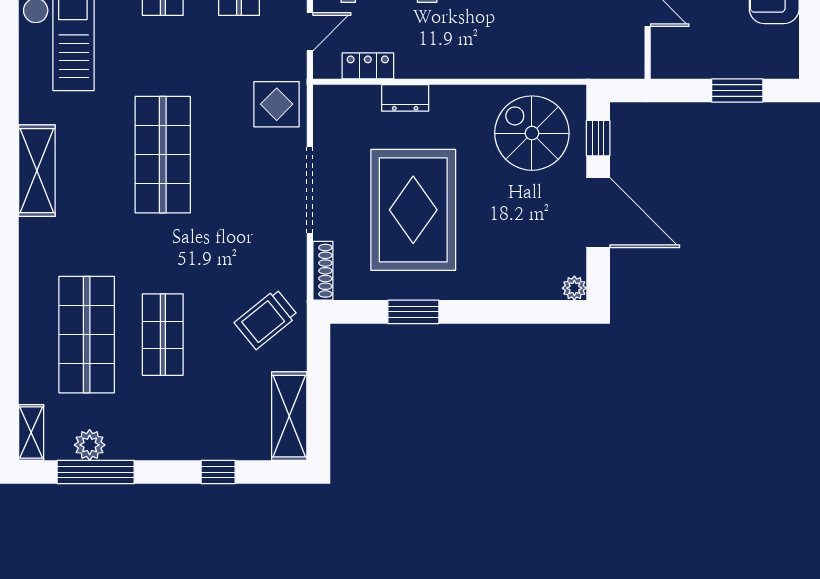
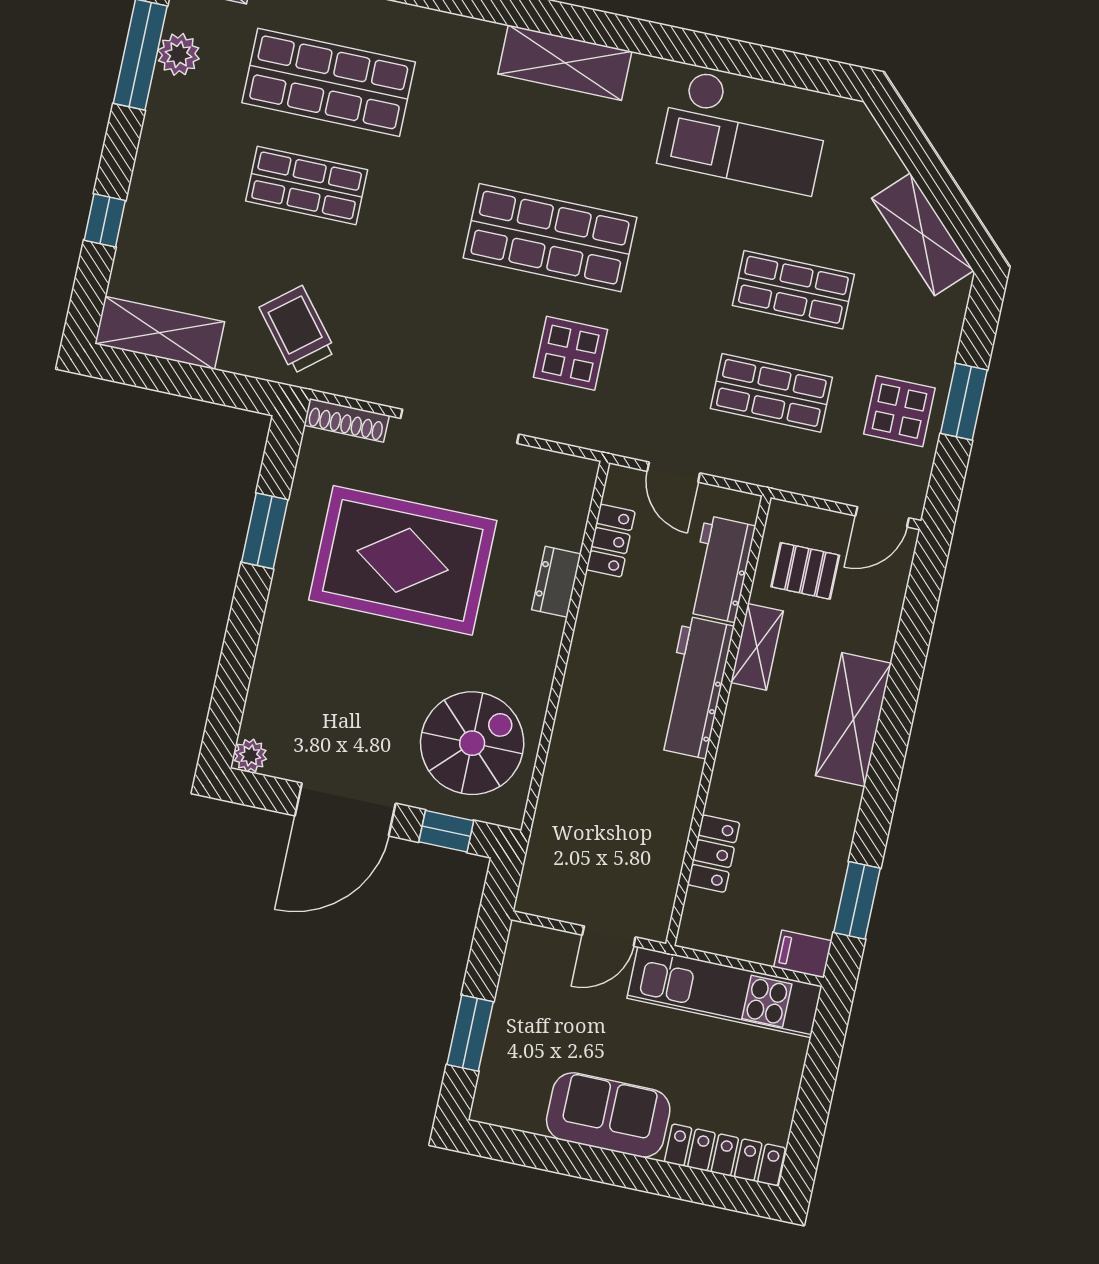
display table: (277, 104) -> (571, 353), moved

